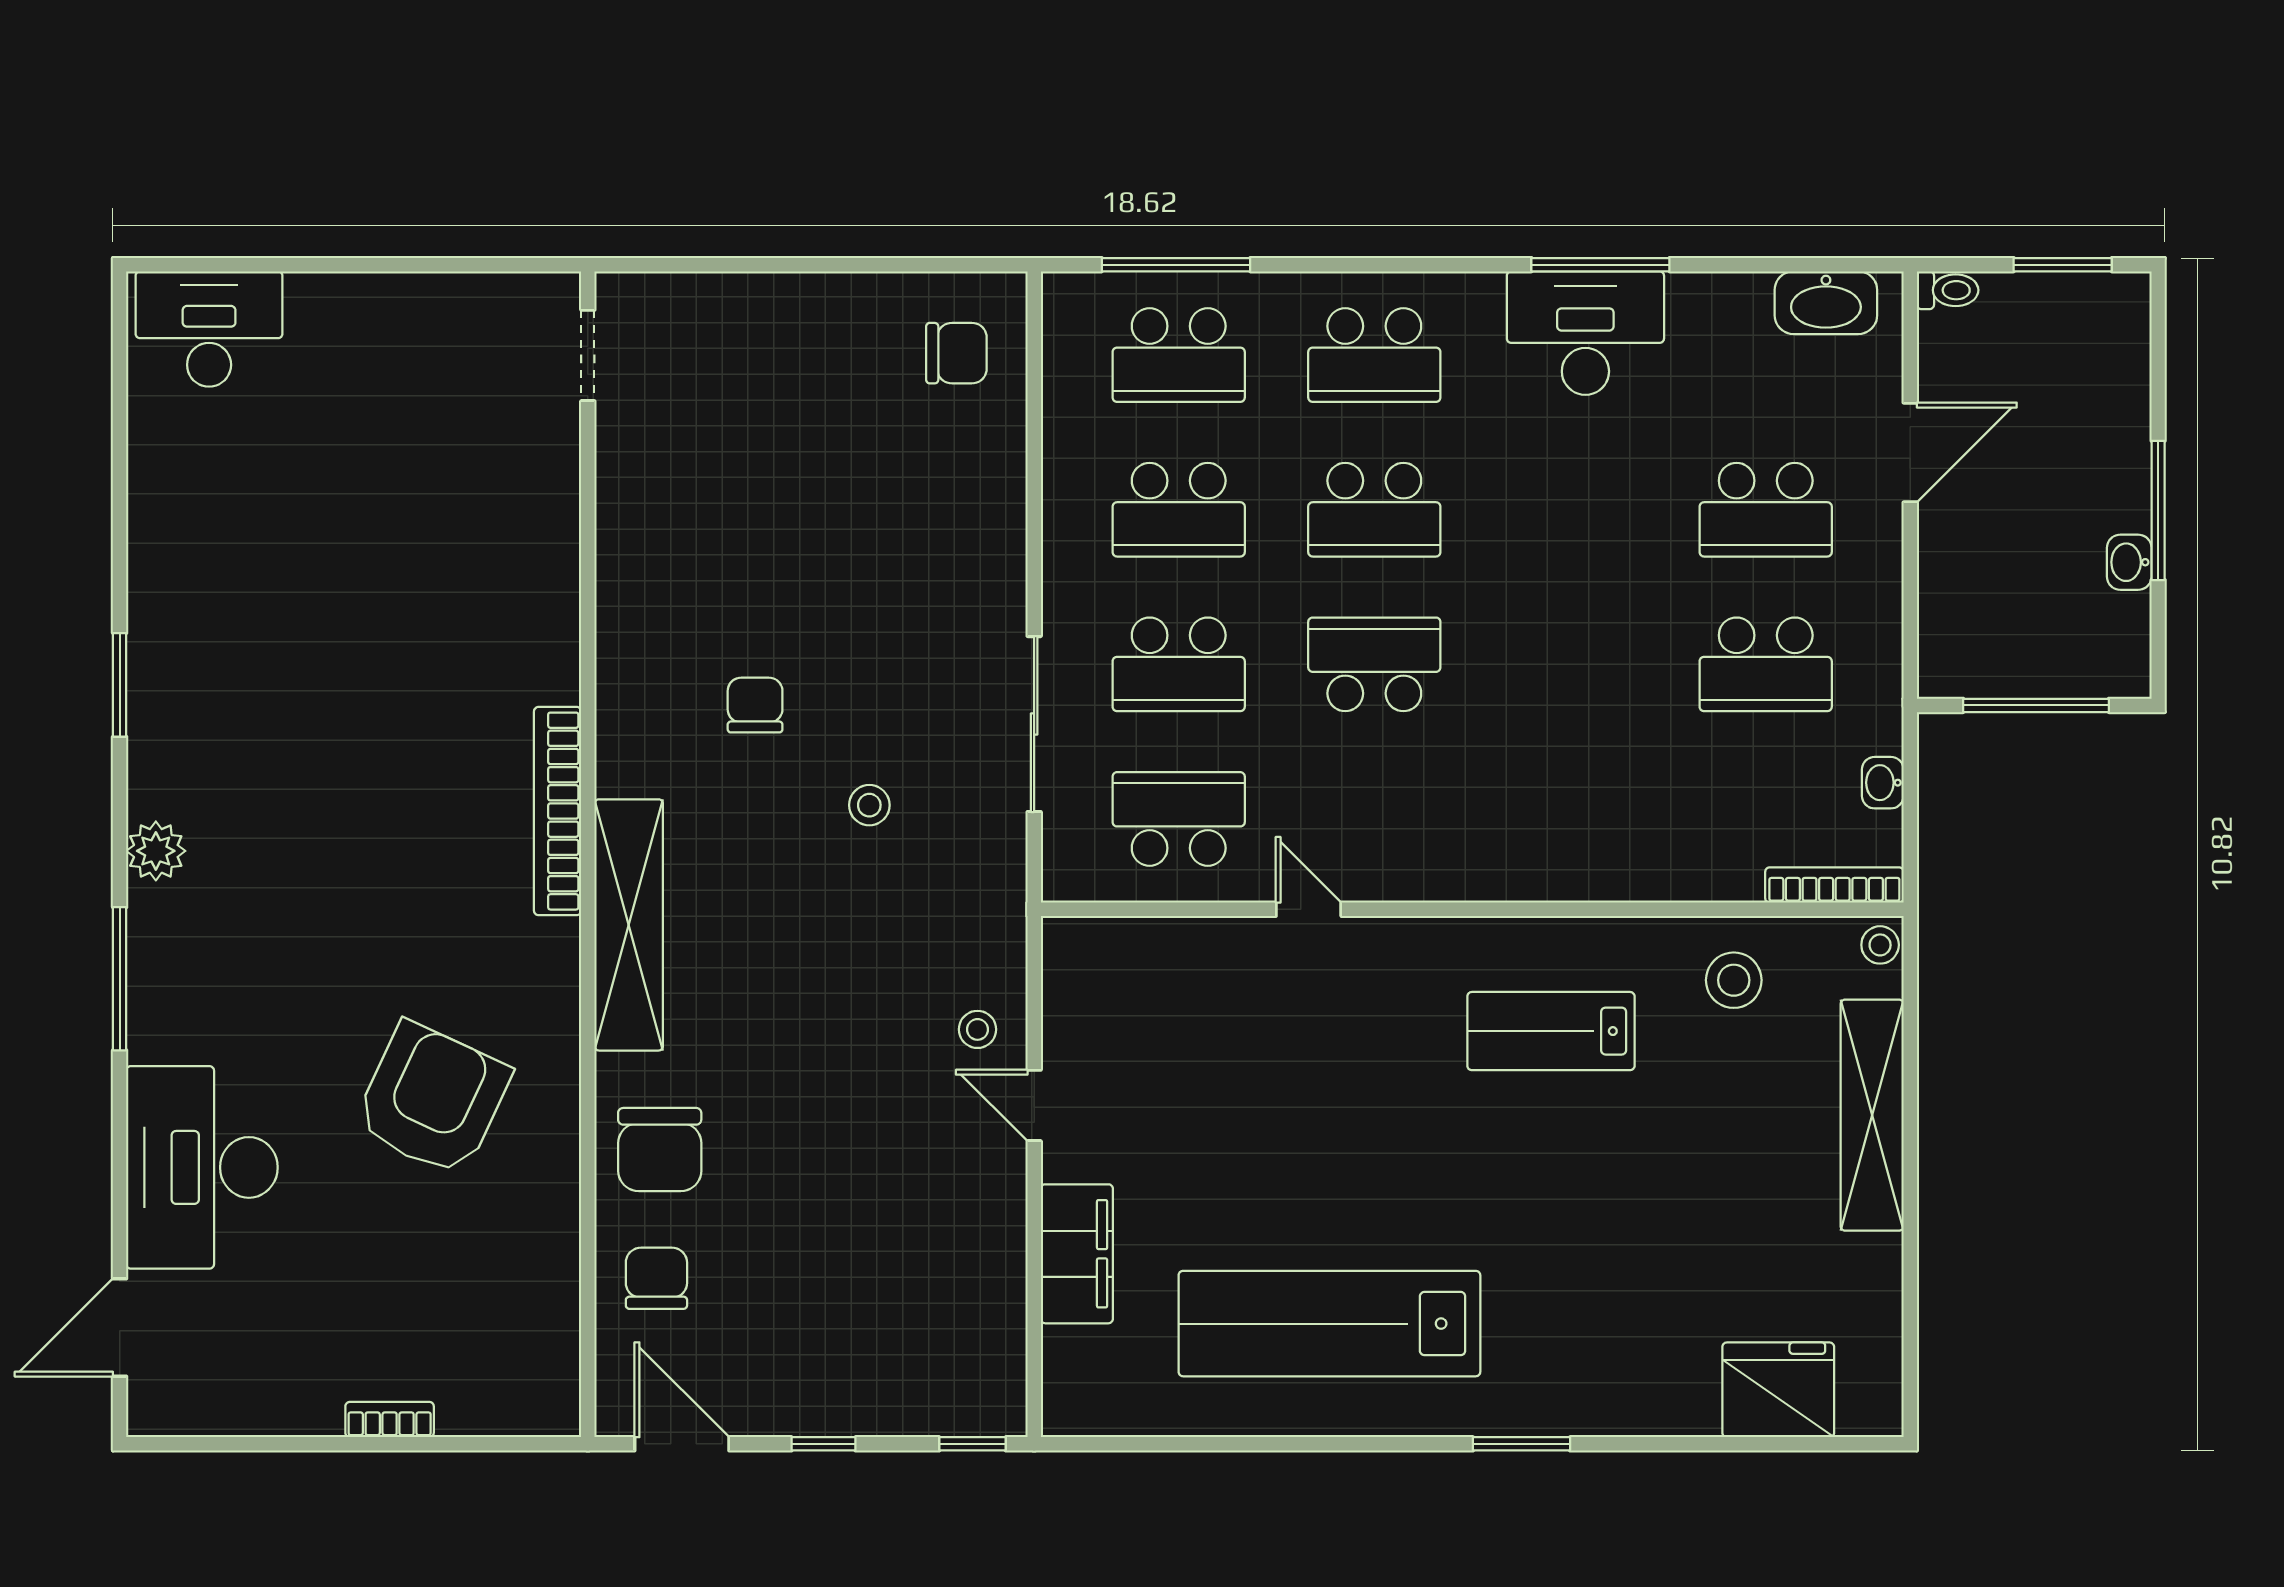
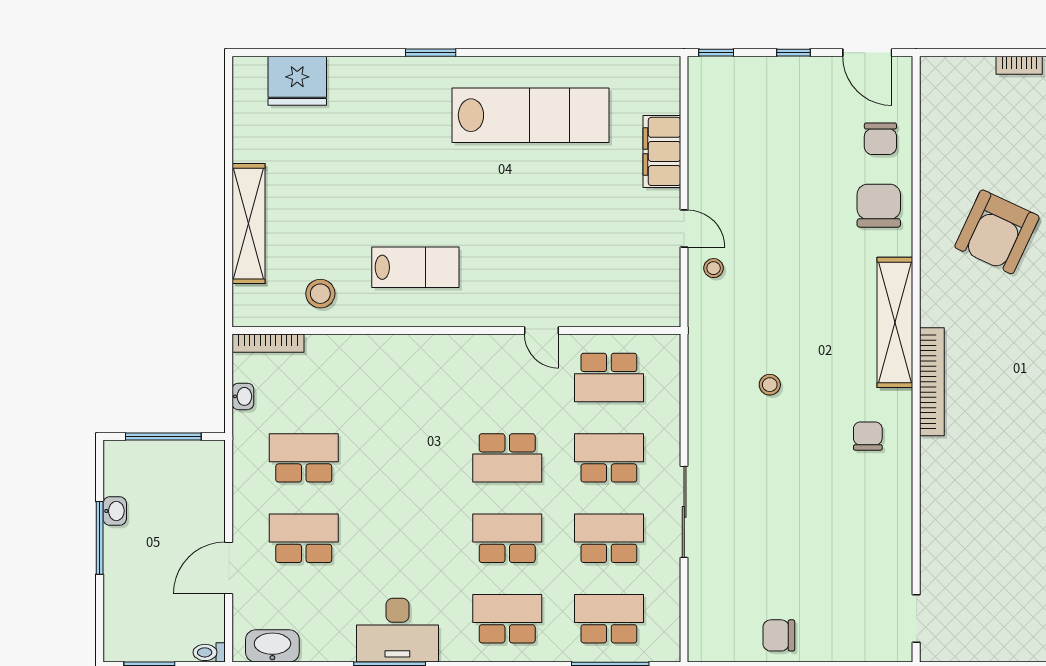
chair: (956, 353) -> (779, 635), moved
chair: (755, 705) -> (868, 436), moved, turned 180
sliding door: (1034, 724) -> (684, 512), moved
stool: (1880, 945) -> (244, 312), removed

